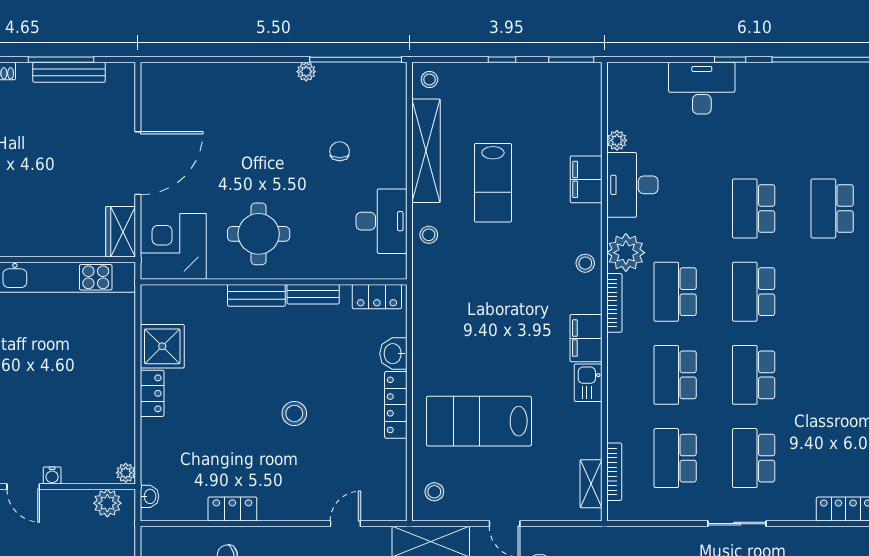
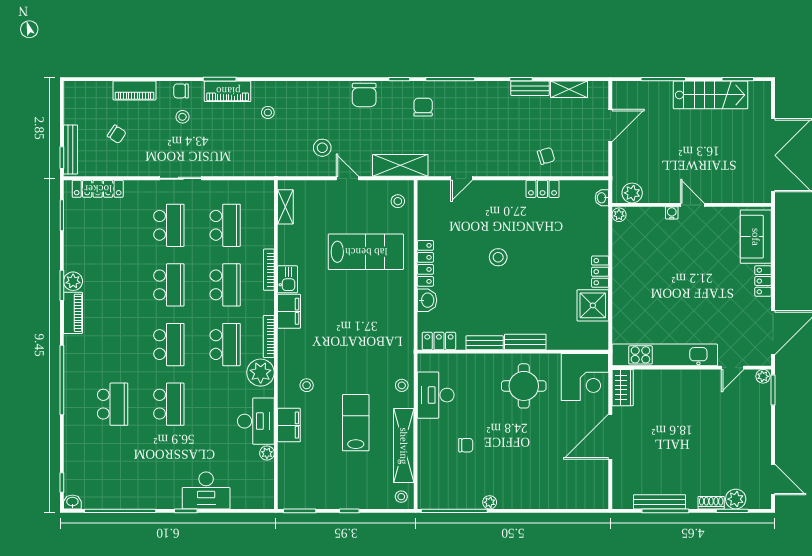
chair: (340, 151) -> (466, 445), turned -90
stool: (585, 263) -> (307, 385), moved
bookcase: (614, 472) -> (269, 270), moved

